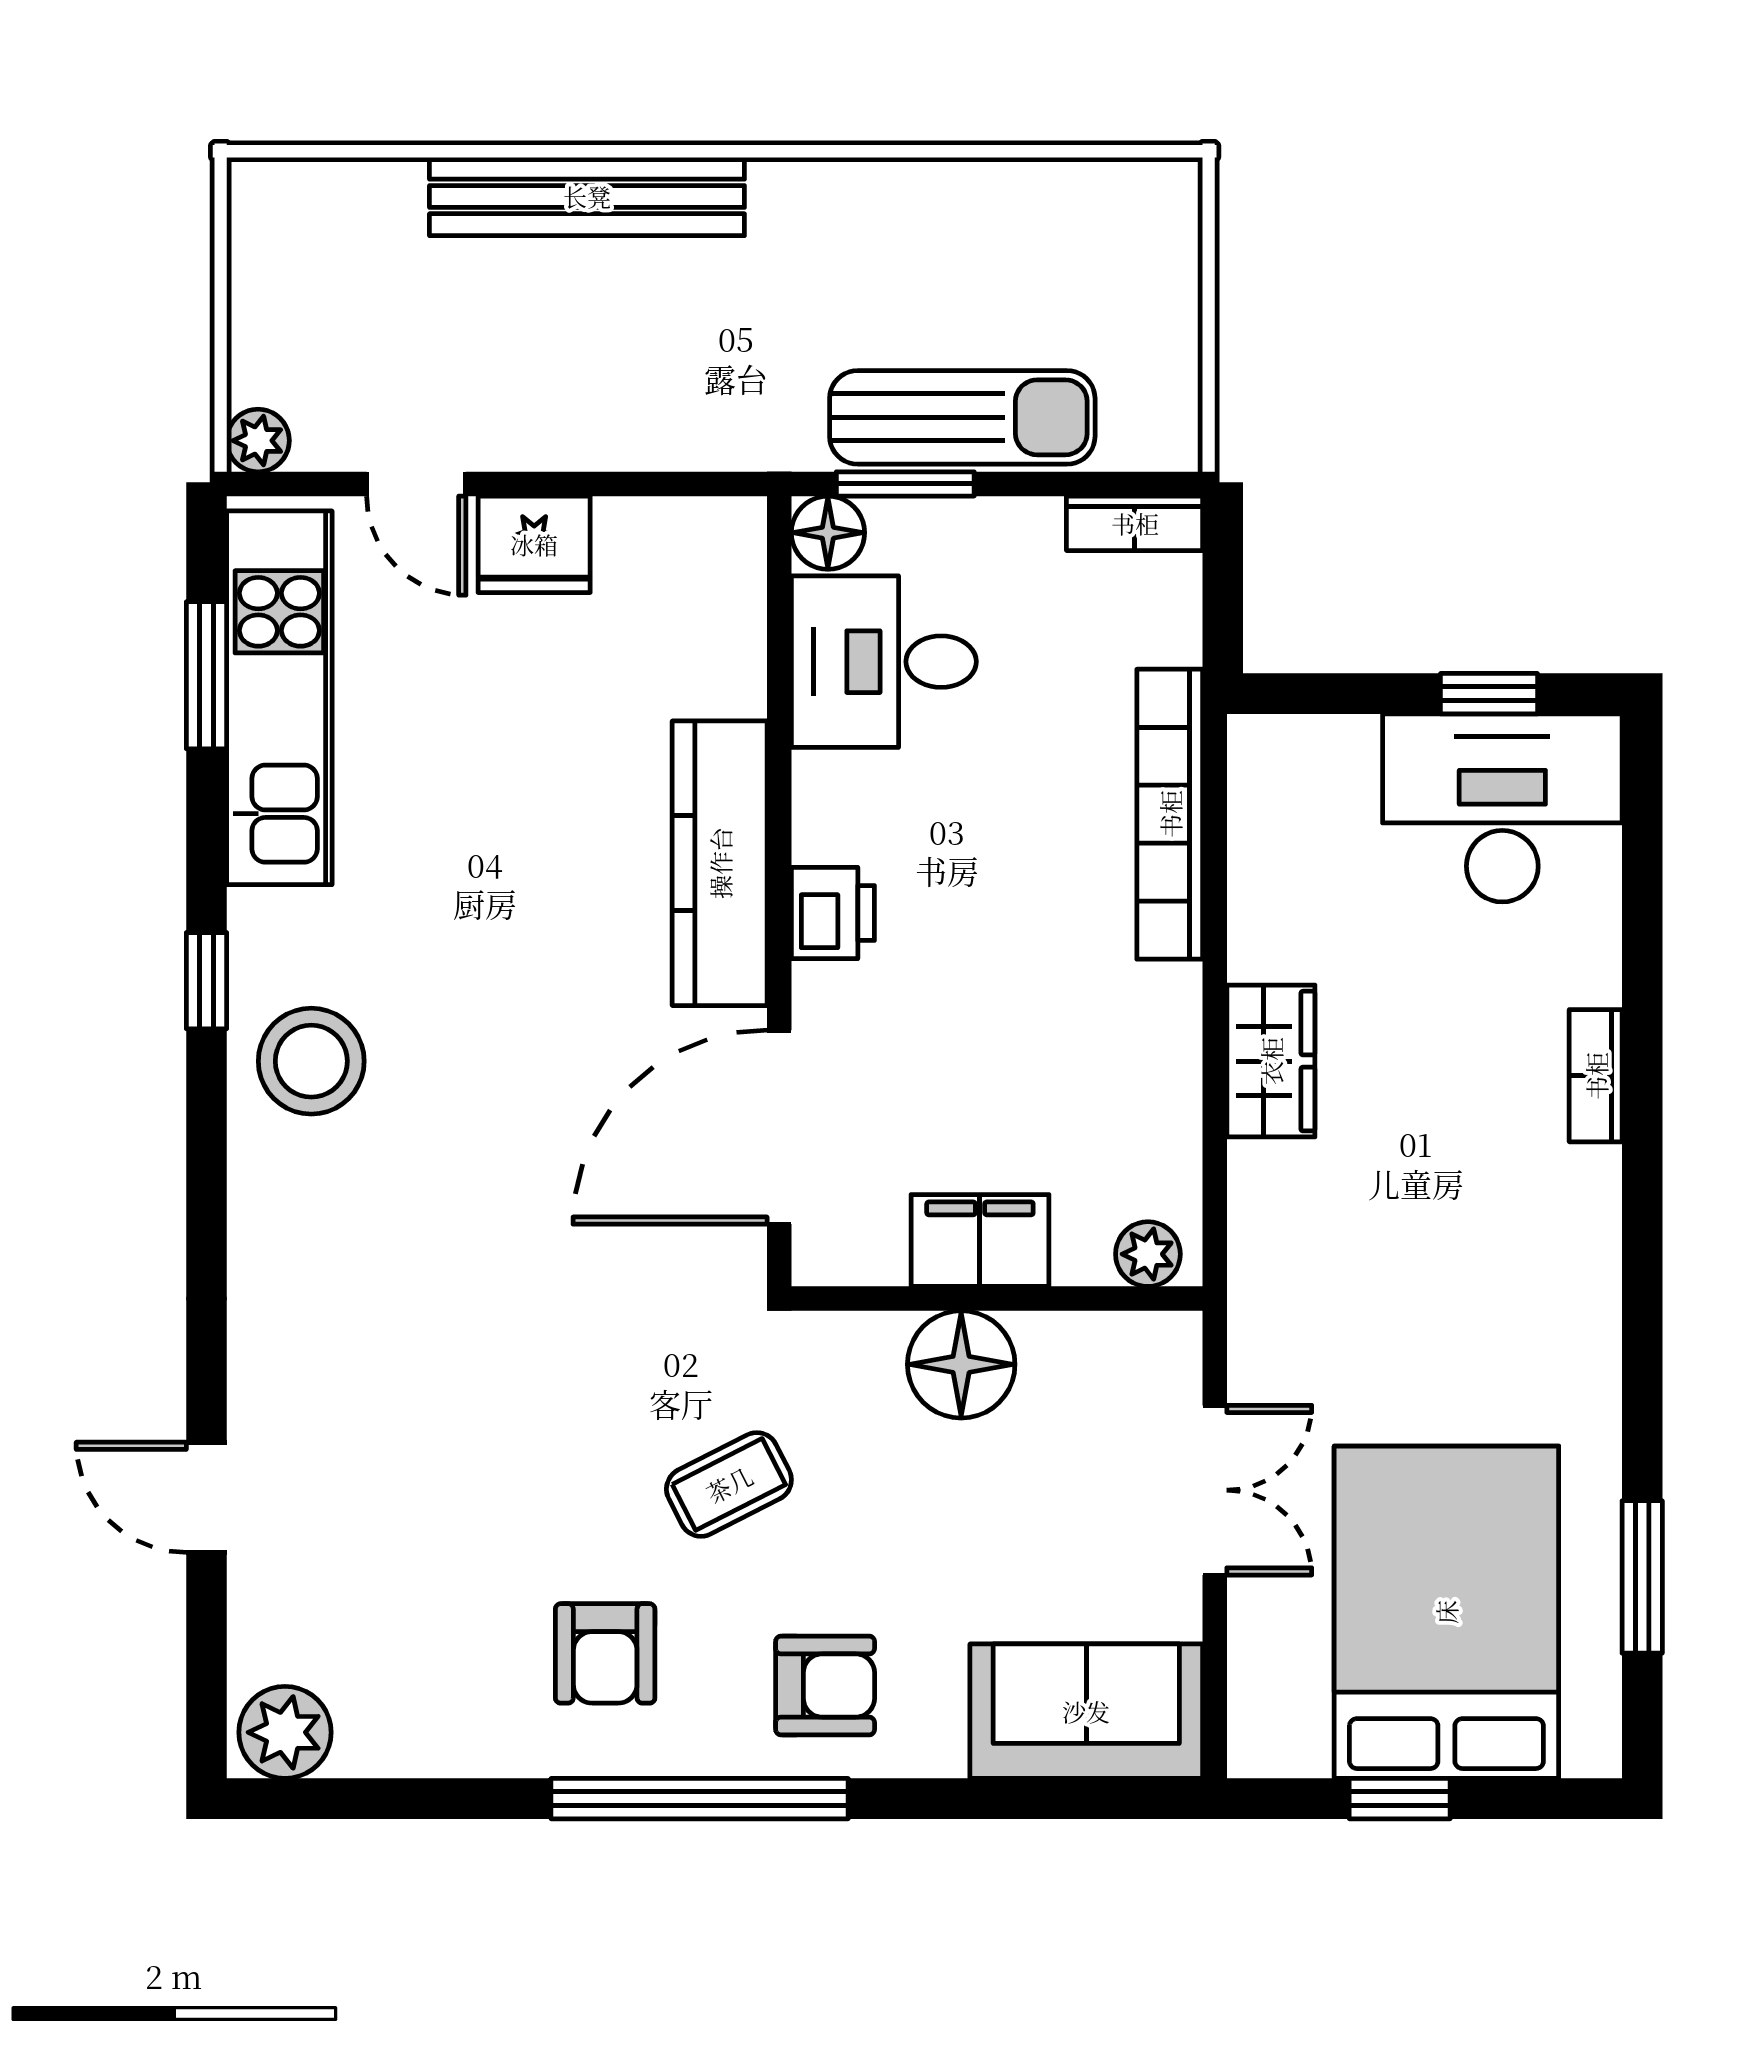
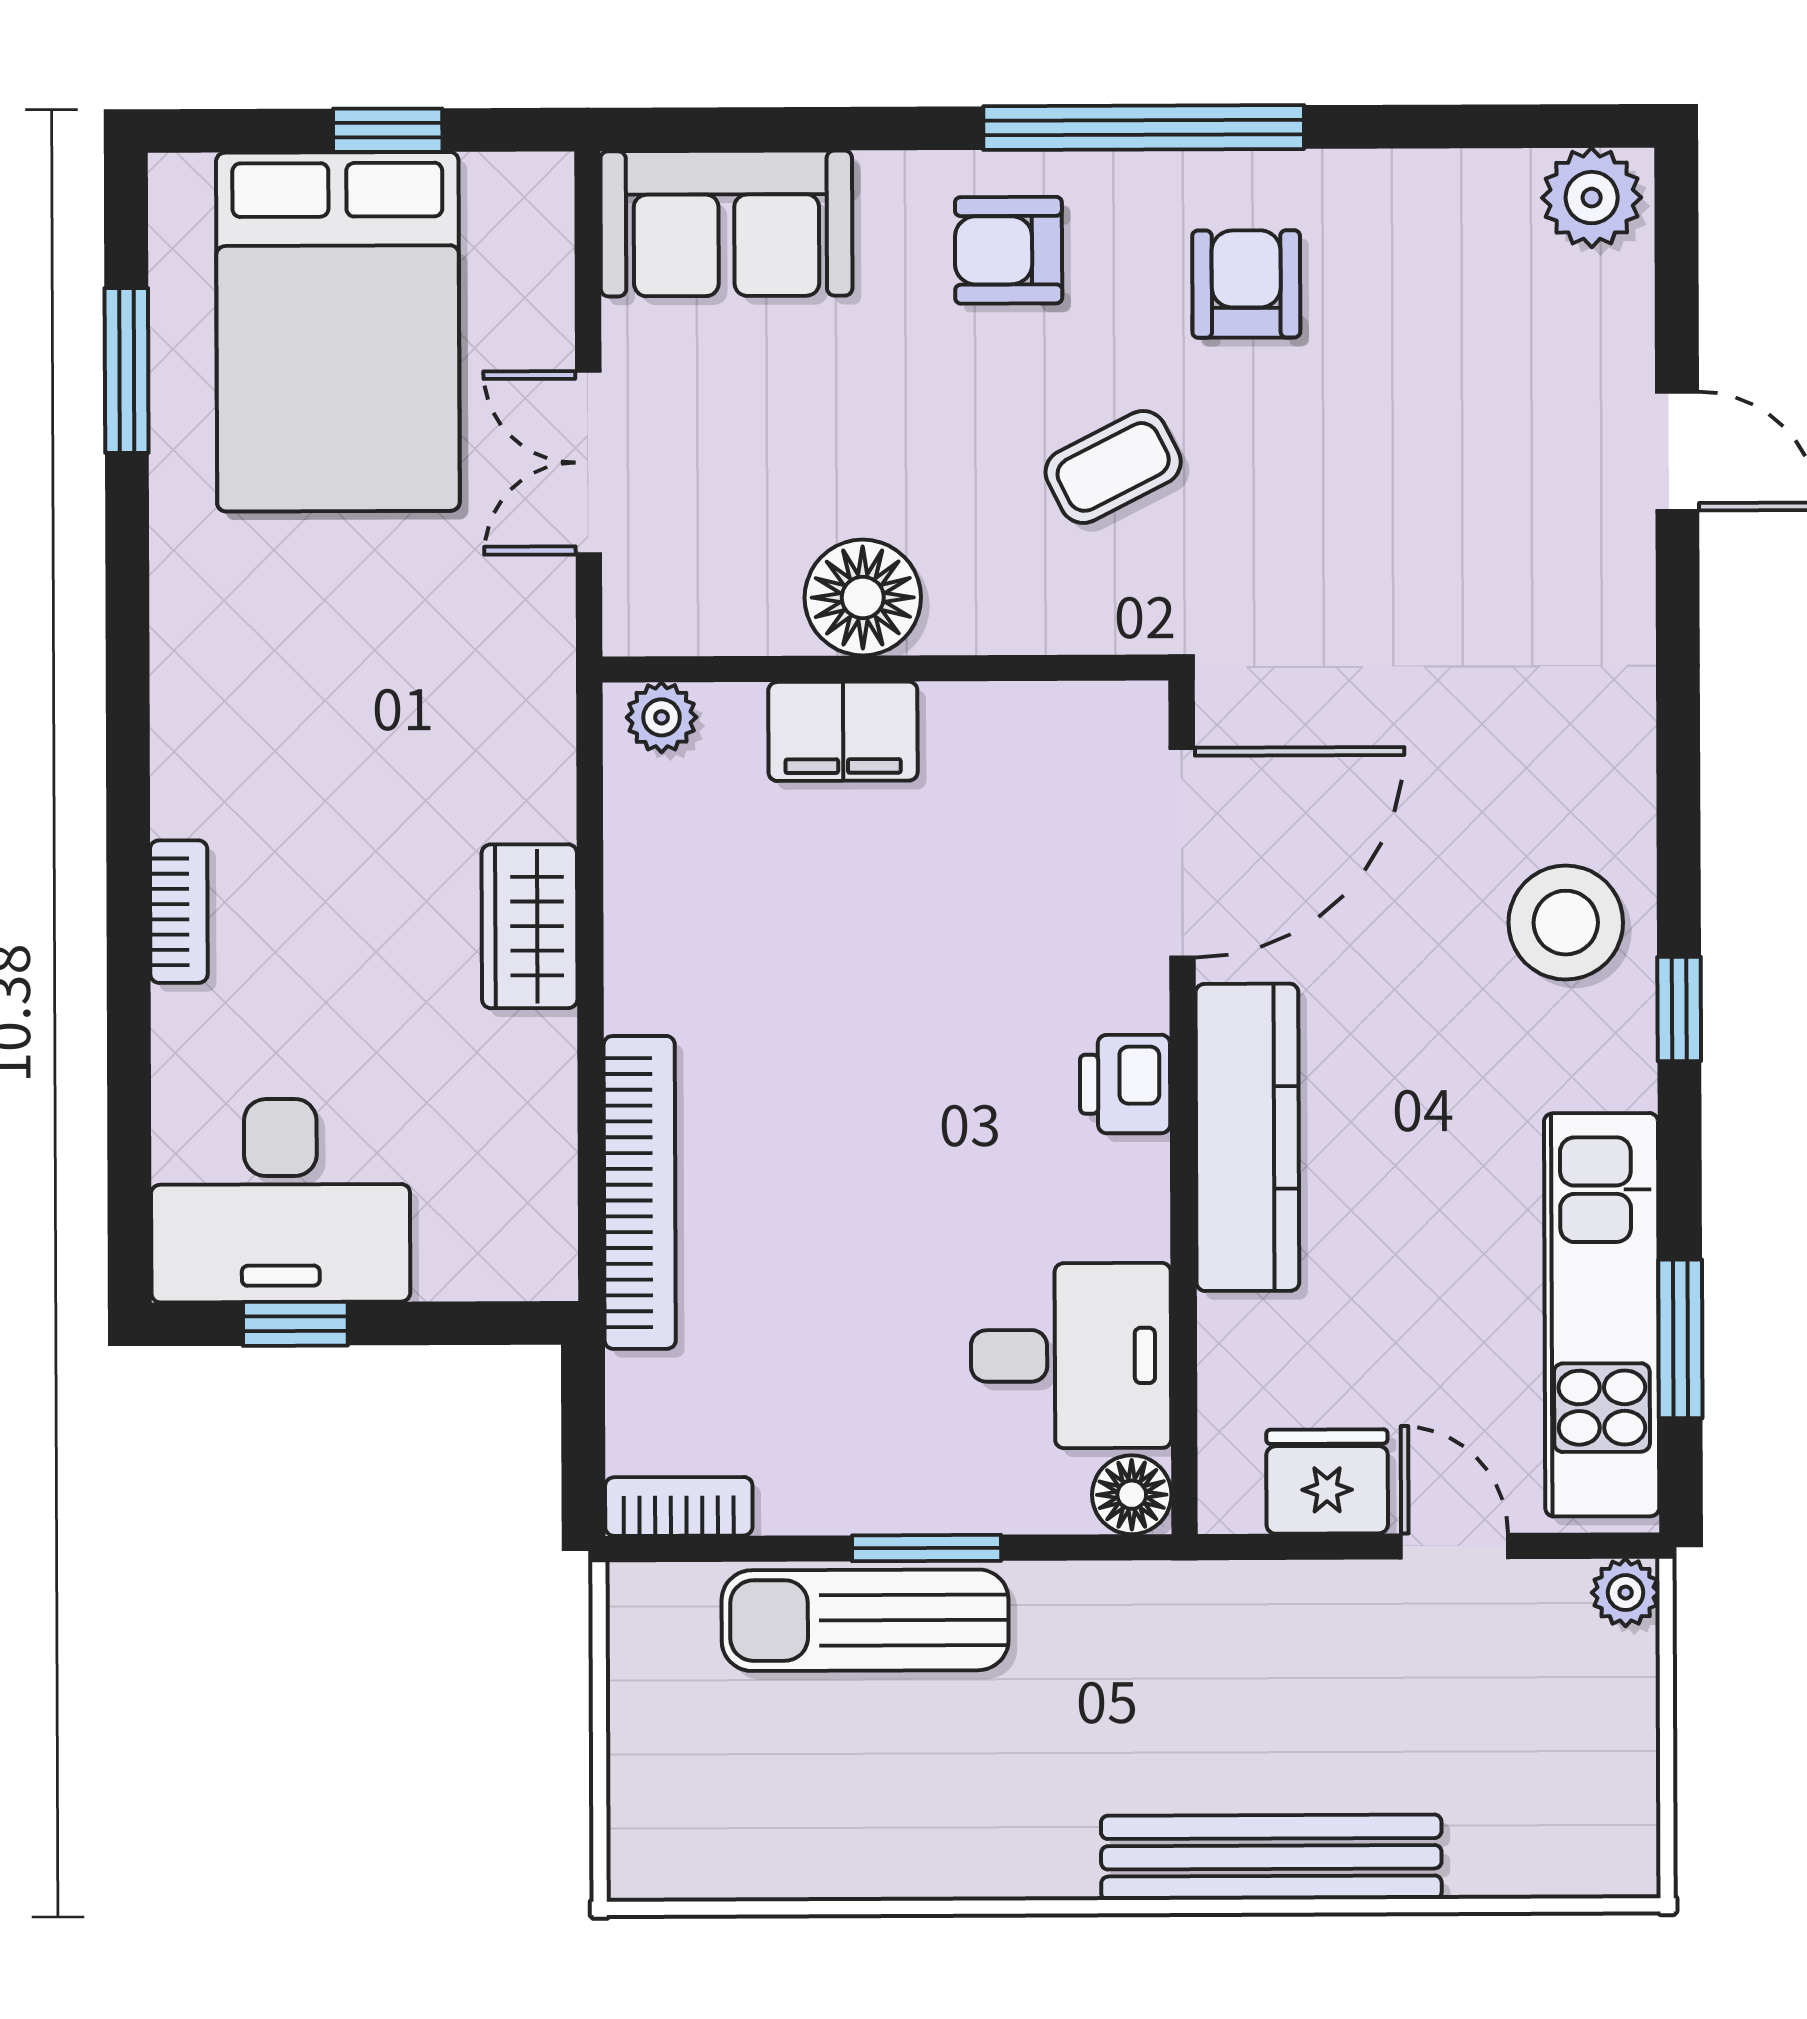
floor lamp: (828, 533) -> (1132, 1495), moved
desk: (884, 662) -> (1071, 1356), moved
kitchen counter: (720, 863) -> (1247, 1137), moved
wall: (779, 891) -> (1183, 1107), moved
printer: (833, 913) -> (1125, 1084), moved
door: (779, 1127) -> (1182, 853), moved

